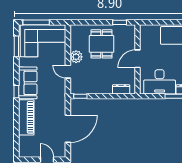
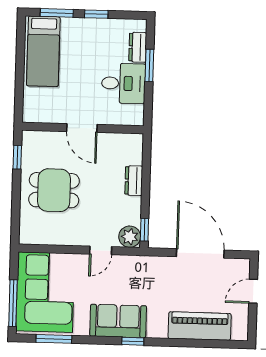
plant: (76, 57) -> (130, 237), moved
desk: (160, 82) -> (123, 83), width x0.73
dresser: (121, 89) -> (134, 181), moved
piano: (26, 117) -> (200, 326), moved

